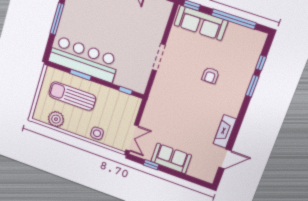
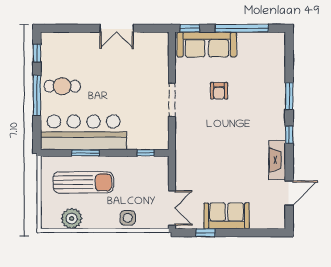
cafe table: (78, 18) -> (62, 86), added
window: (261, 63) -> (289, 135), moved
armchair: (210, 75) -> (219, 91), moved
sun lounger: (72, 96) -> (83, 182), turned 180

